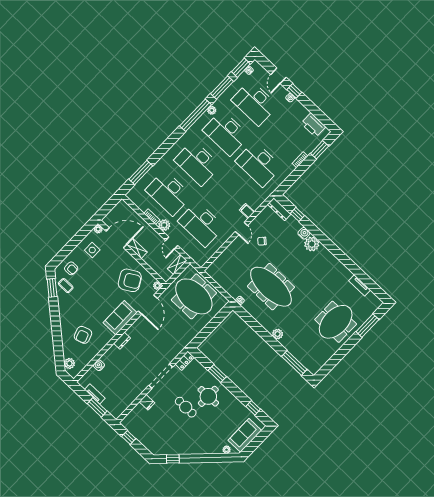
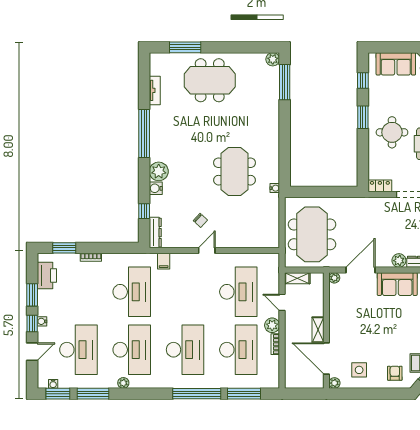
window: (310, 106) -> (32, 295), added
window: (195, 115) -> (197, 394), moved
filing cabinet: (247, 211) -> (164, 261), moved
door: (172, 243) -> (282, 302), swing flipped
window: (341, 256) -> (144, 134), added
armchair: (130, 280) -> (354, 308), removed
meeting table: (271, 287) -> (235, 171), width x0.73
plant: (132, 331) -> (399, 261), added
plant: (278, 334) -> (273, 59), moved
window: (217, 373) -> (363, 117), moved

